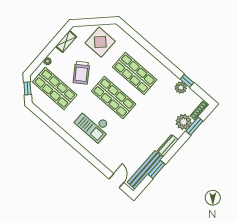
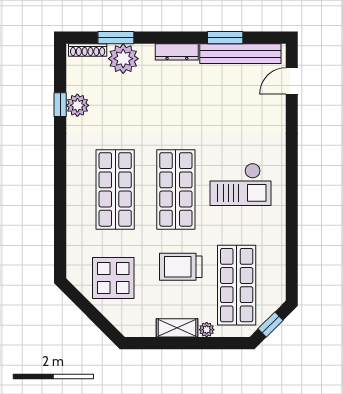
shelving: (66, 41) -> (177, 328), moved
trolley: (81, 73) -> (181, 267), turned -145
checkout: (93, 125) -> (240, 184), turned 90

